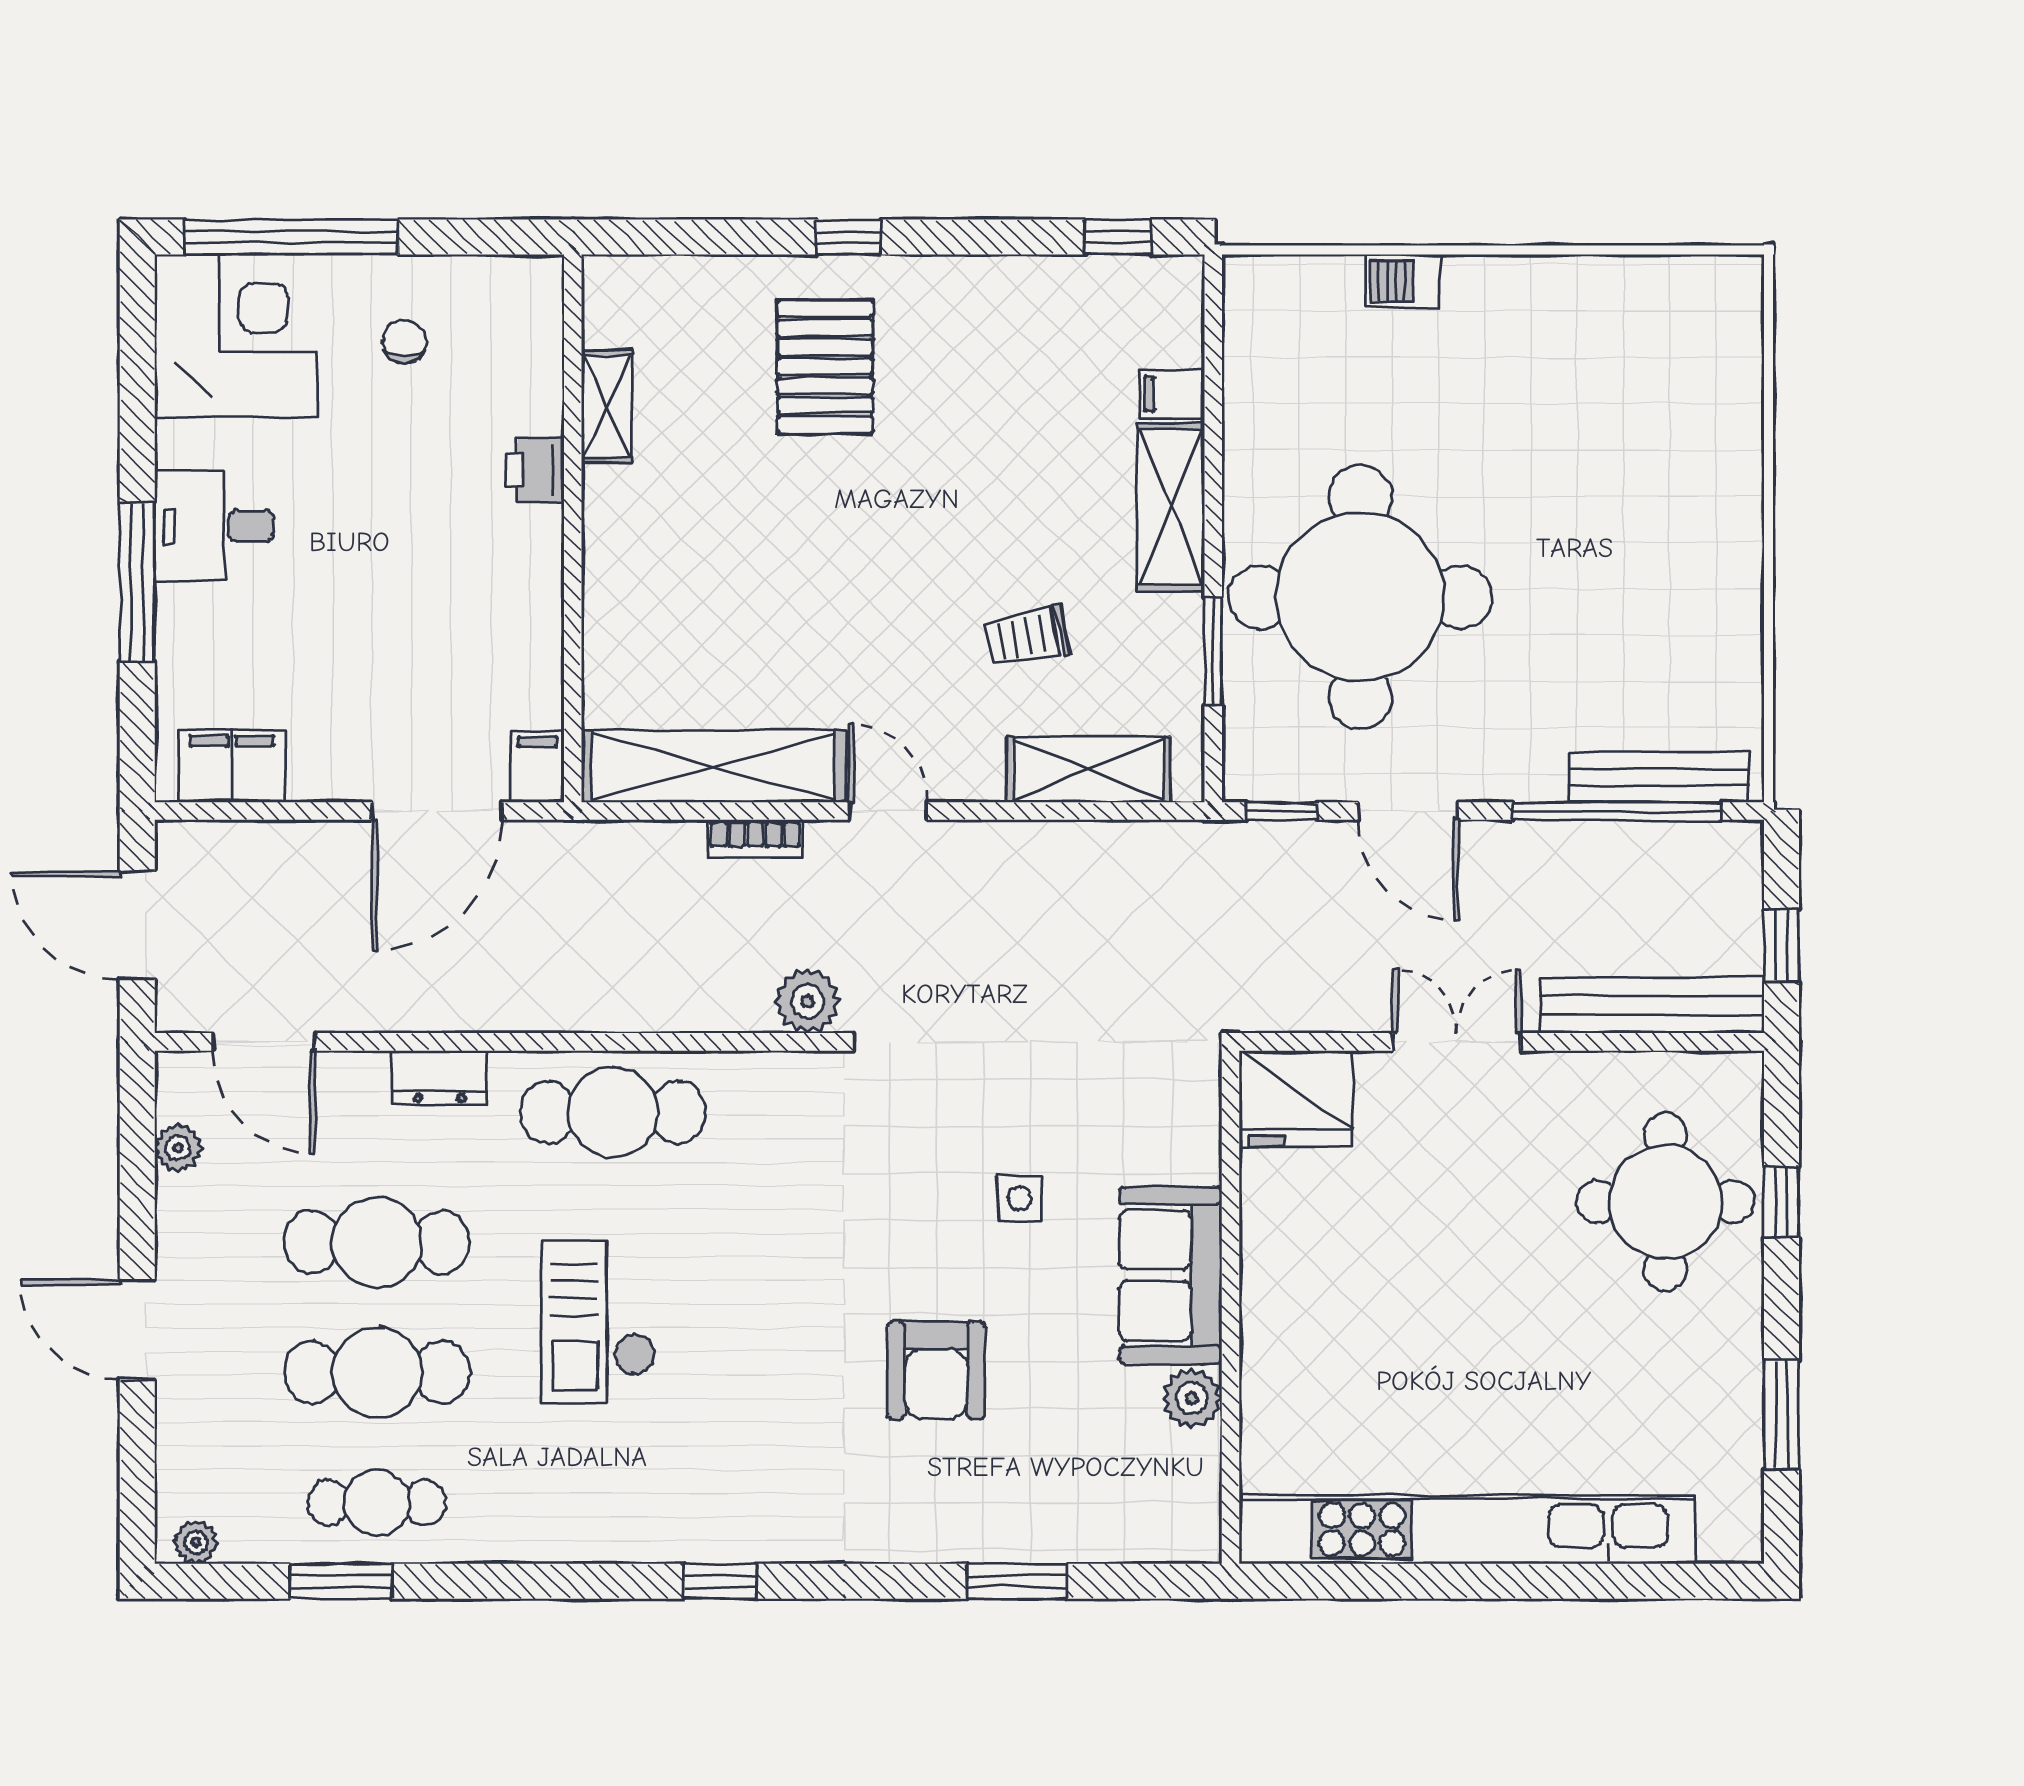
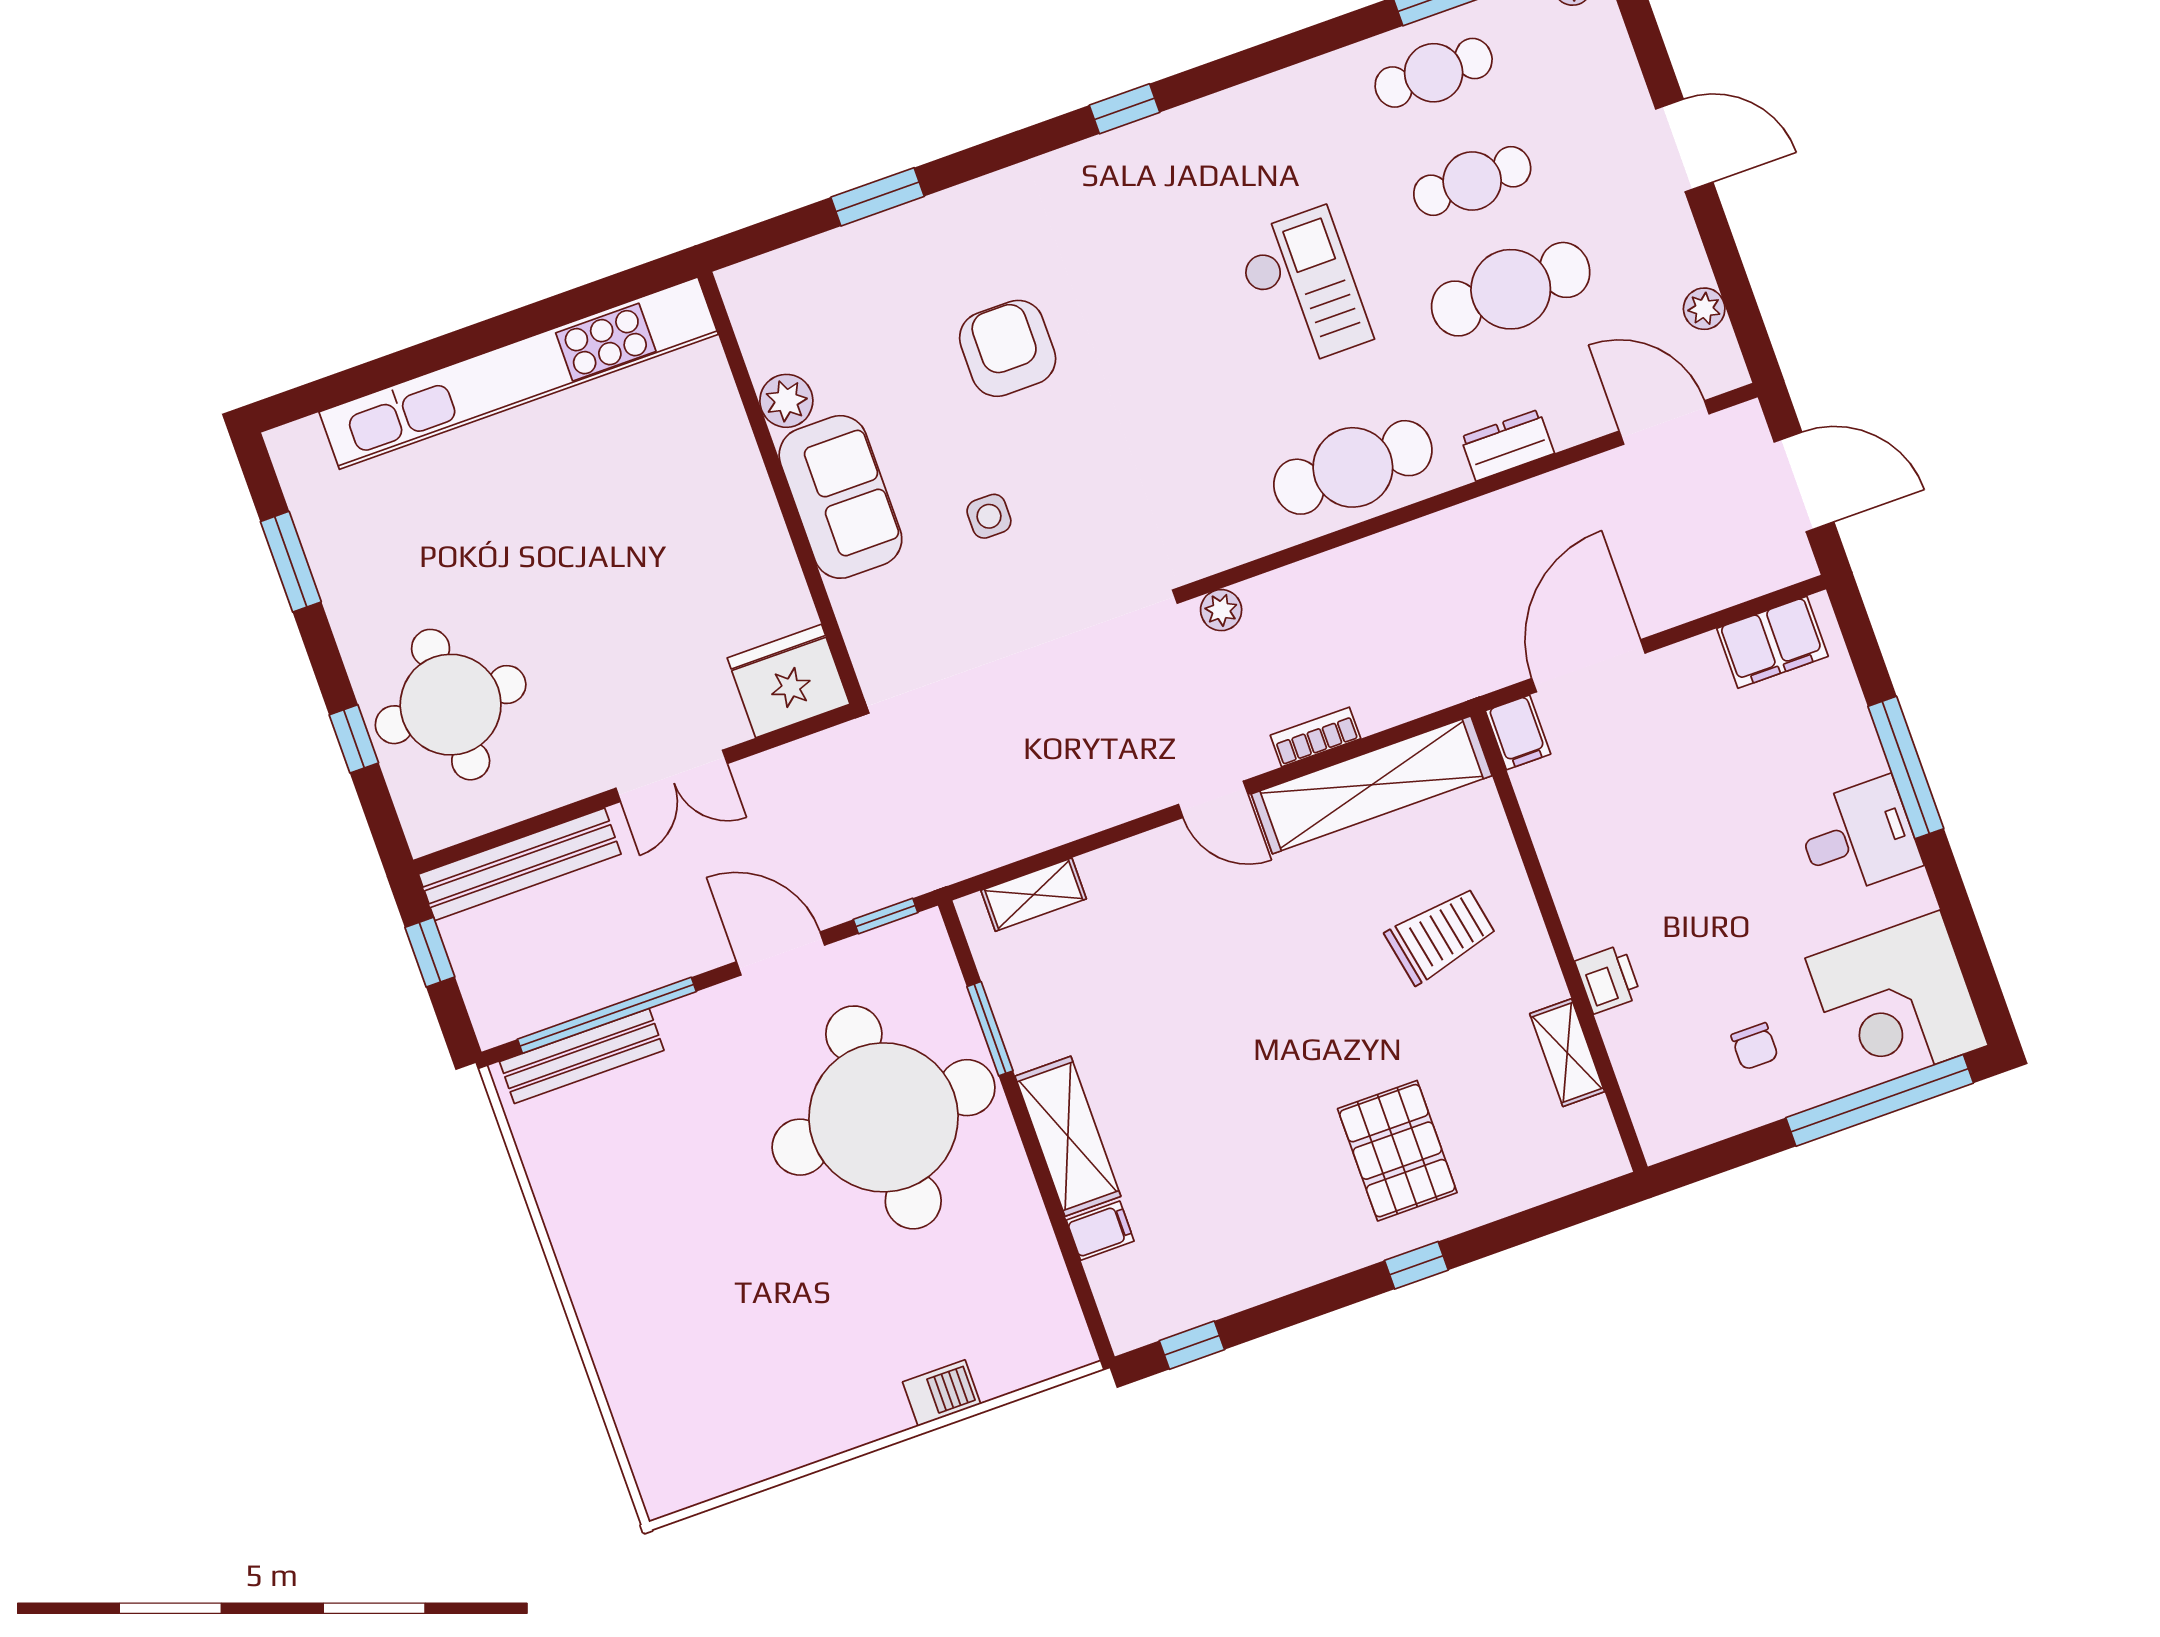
trolley: (1027, 637) -> (1441, 935), moved, width x1.36, depth x1.39
shelving: (1088, 770) -> (1034, 895), width x0.67, depth x0.75
plant: (808, 1001) -> (1221, 610), width x0.73, depth x0.73
cafe table: (377, 1372) -> (1472, 181), width x0.73, depth x0.74

